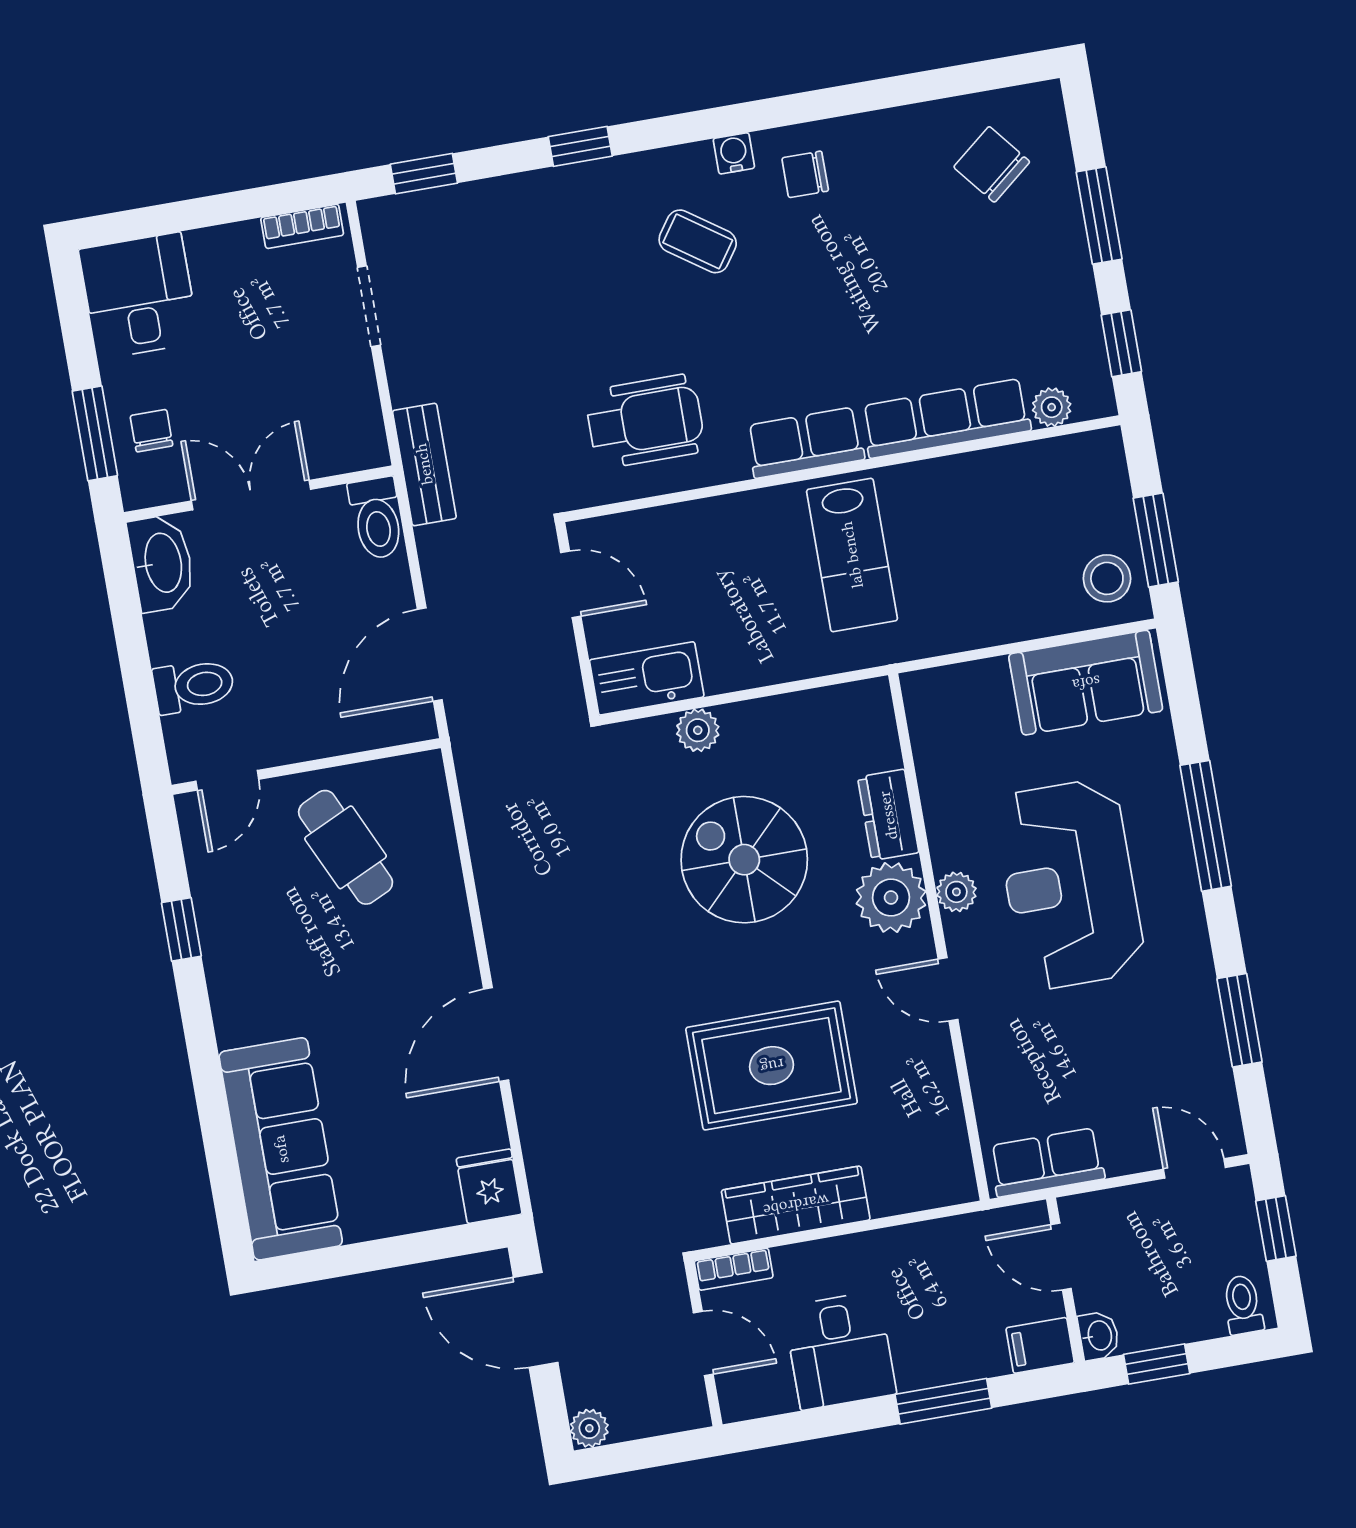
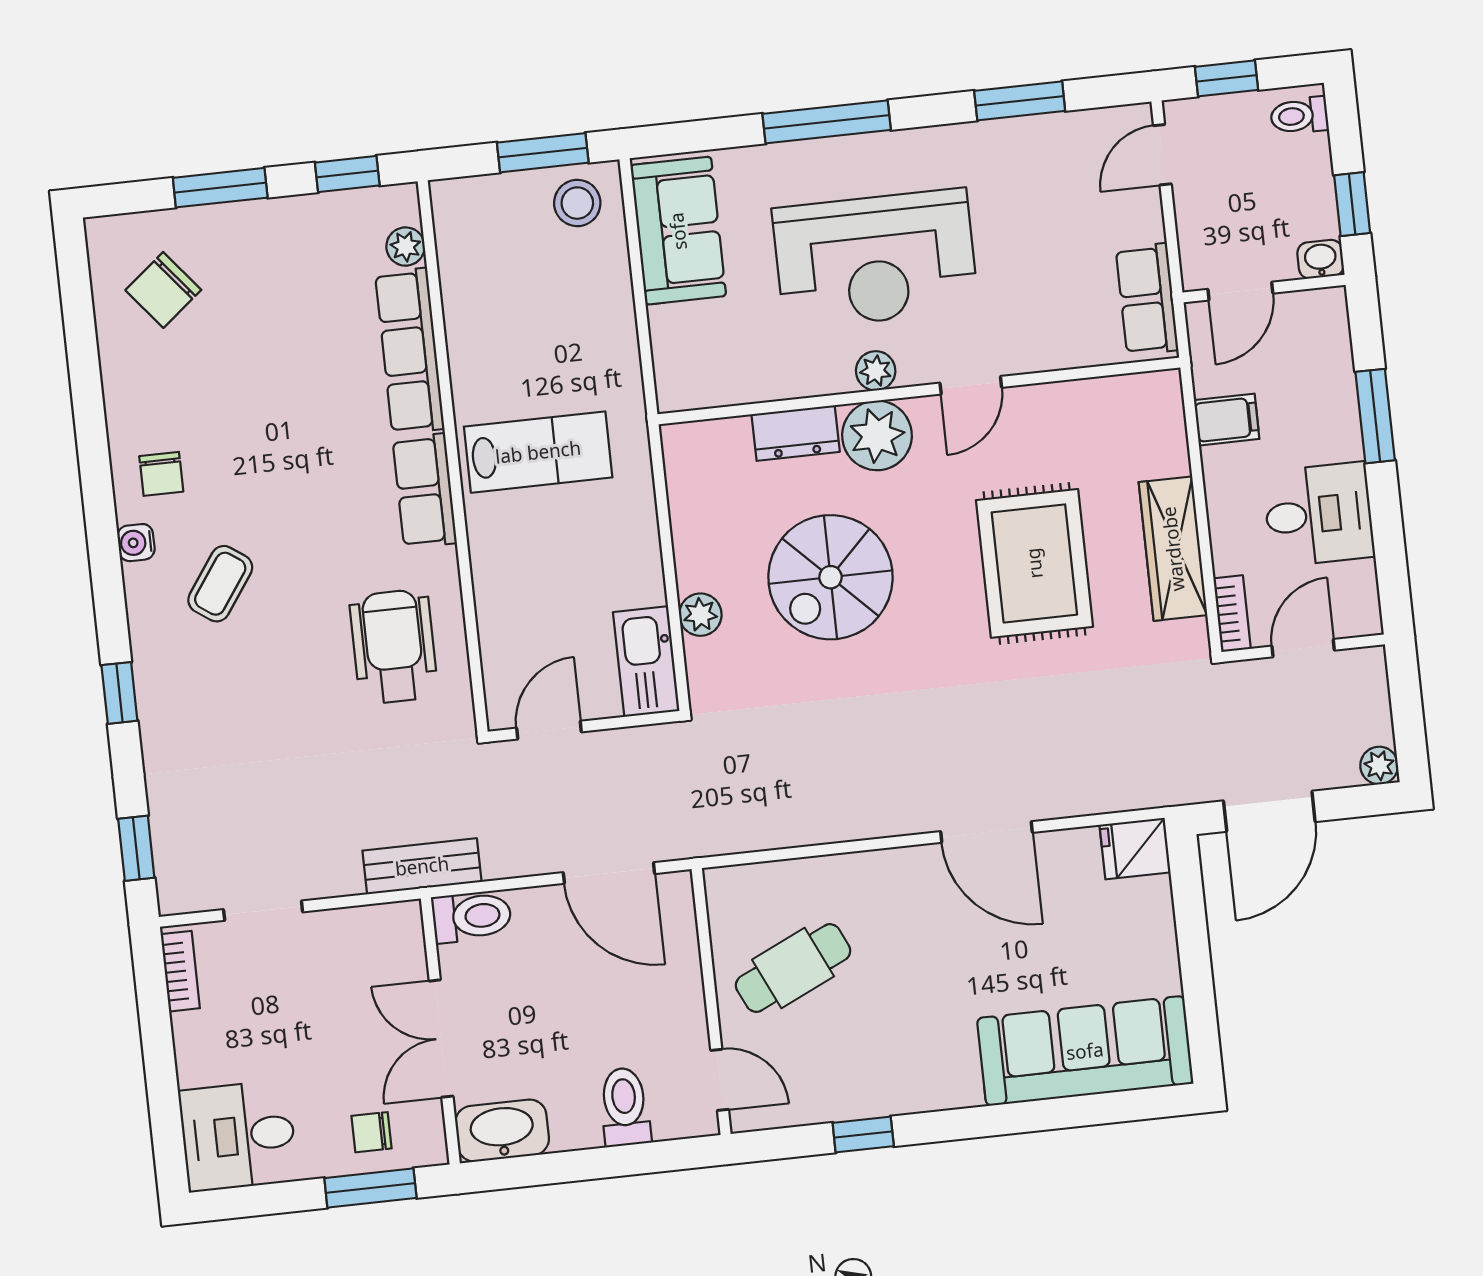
filing cabinet: (1040, 1345) -> (1227, 420), moved, turned -90

